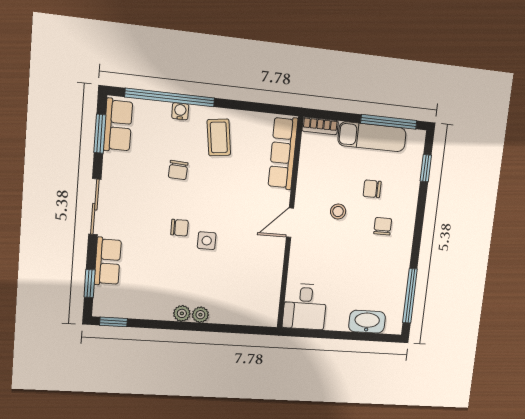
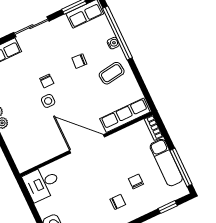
stool: (338, 211) -> (110, 169), removed
door: (290, 223) -> (87, 144), width x1.88

